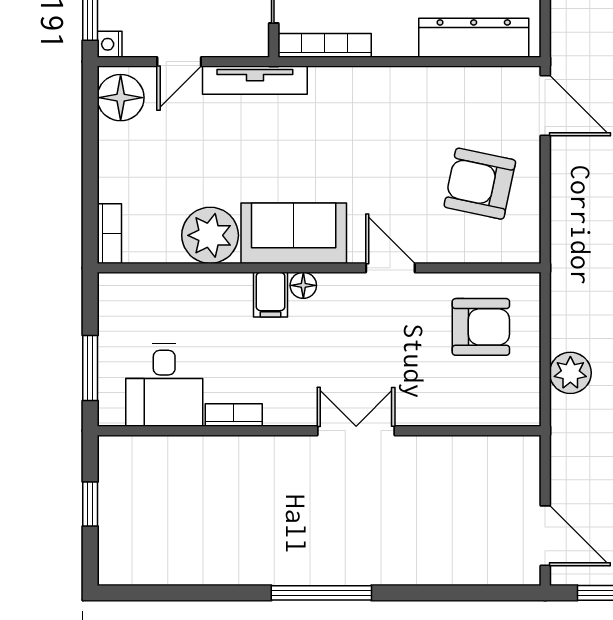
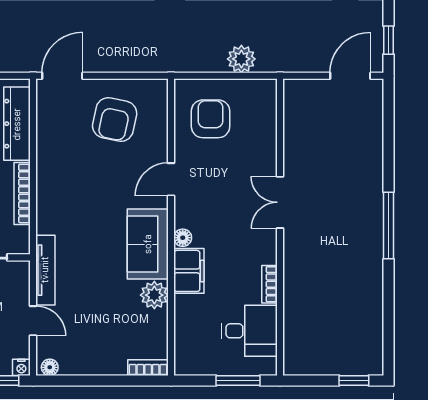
bookcase: (325, 45) -> (22, 193), moved
floor lamp: (121, 98) -> (50, 367), width x0.53, depth x0.53
plant: (210, 235) -> (154, 295), width x0.73, depth x0.73
filing cabinet: (270, 295) -> (189, 271), width x2.00
window: (90, 504) -> (354, 380), moved

